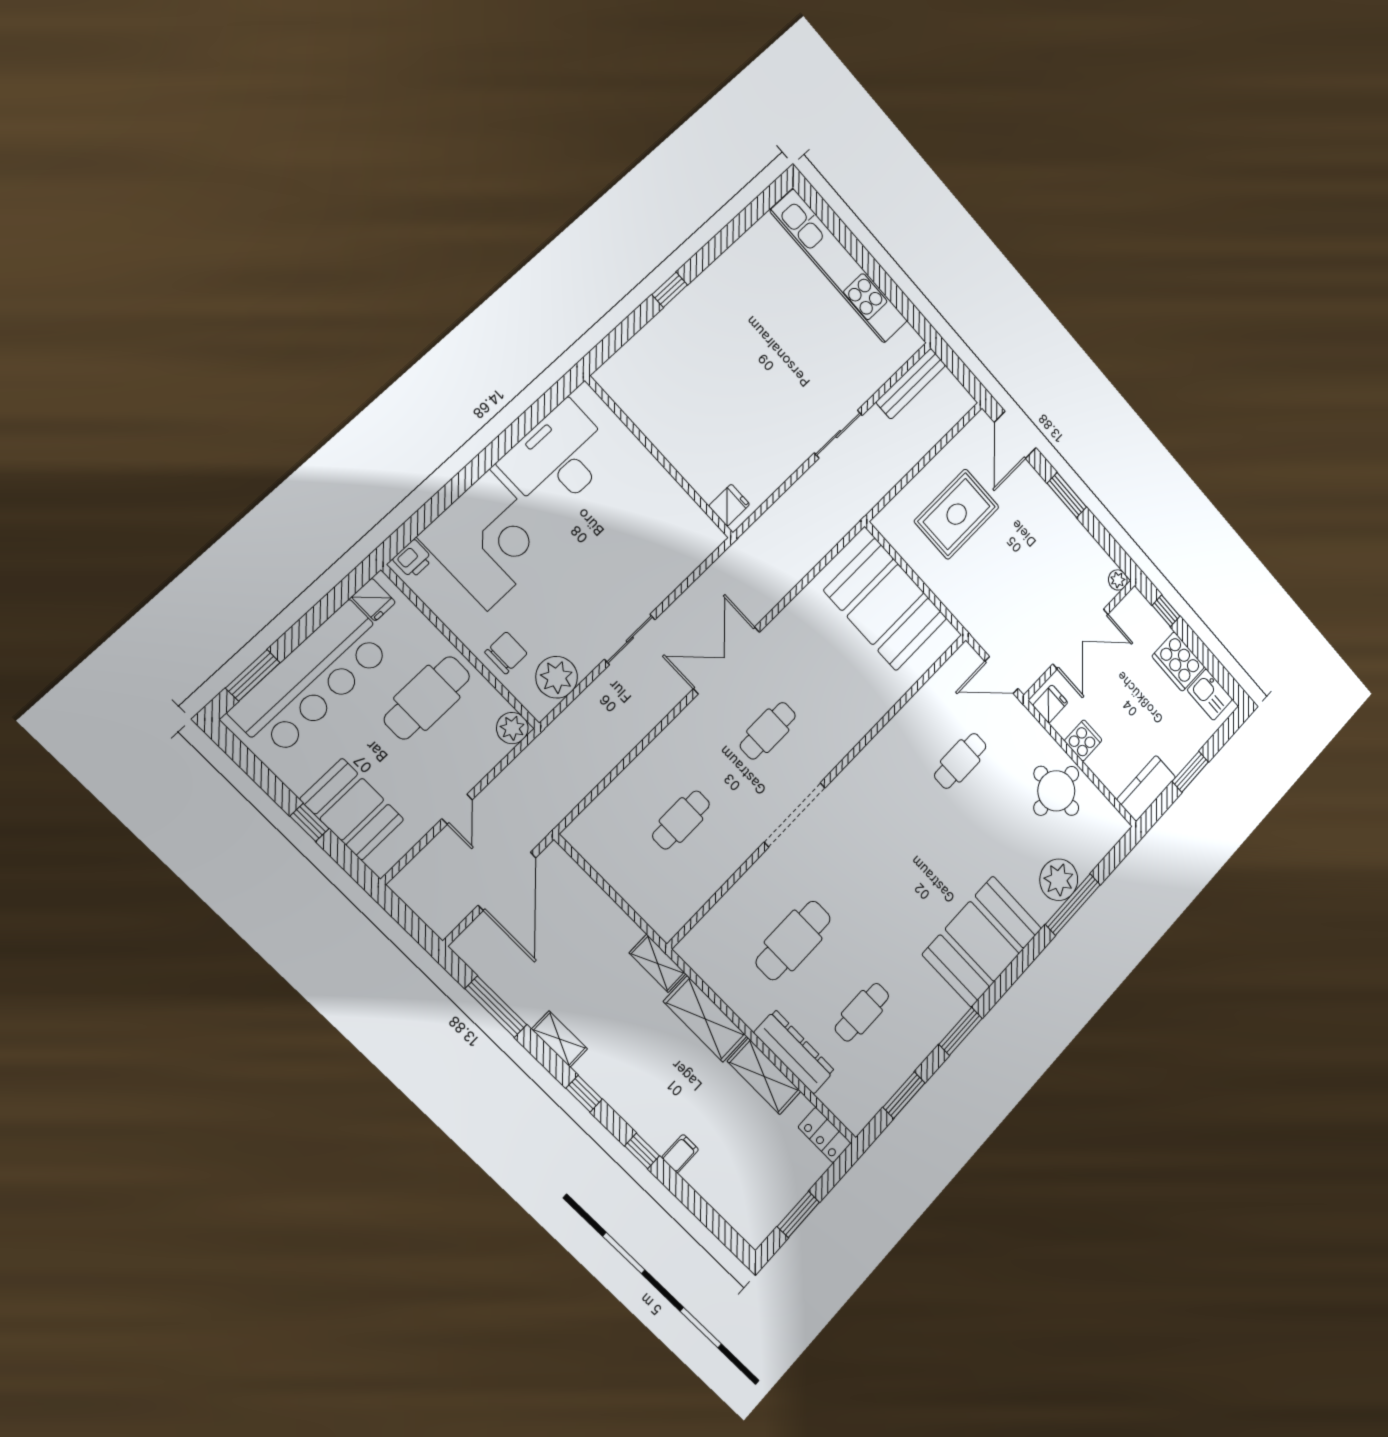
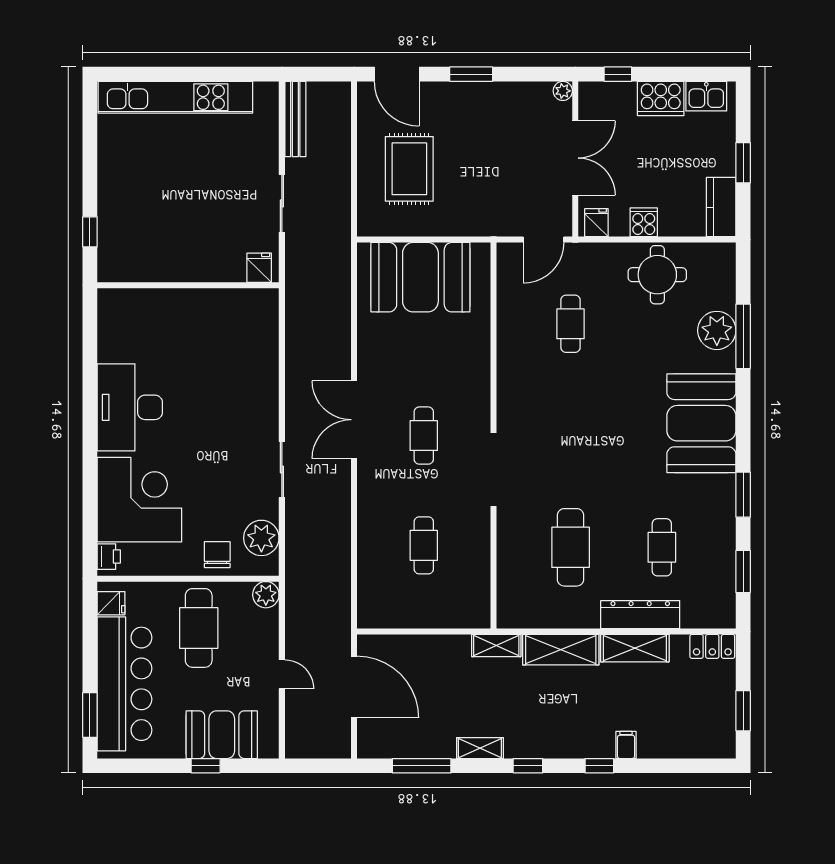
wall: (660, 457) -> (188, 285), moved
fridge: (729, 505) -> (259, 268), moved

